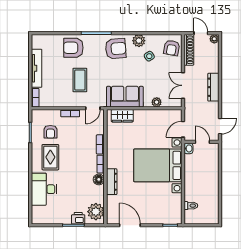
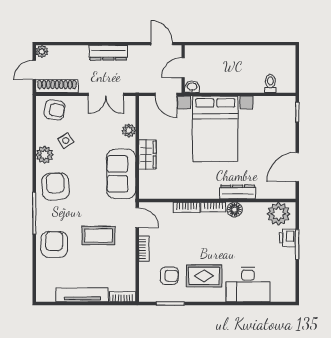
armchair: (73, 48) -> (54, 244), turned 180
wardrobe: (122, 116) -> (147, 155), moved

